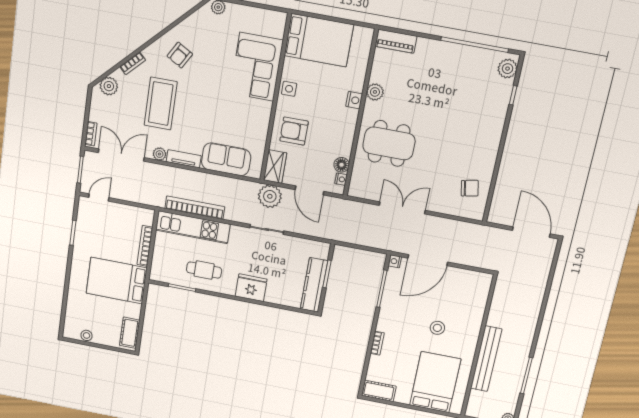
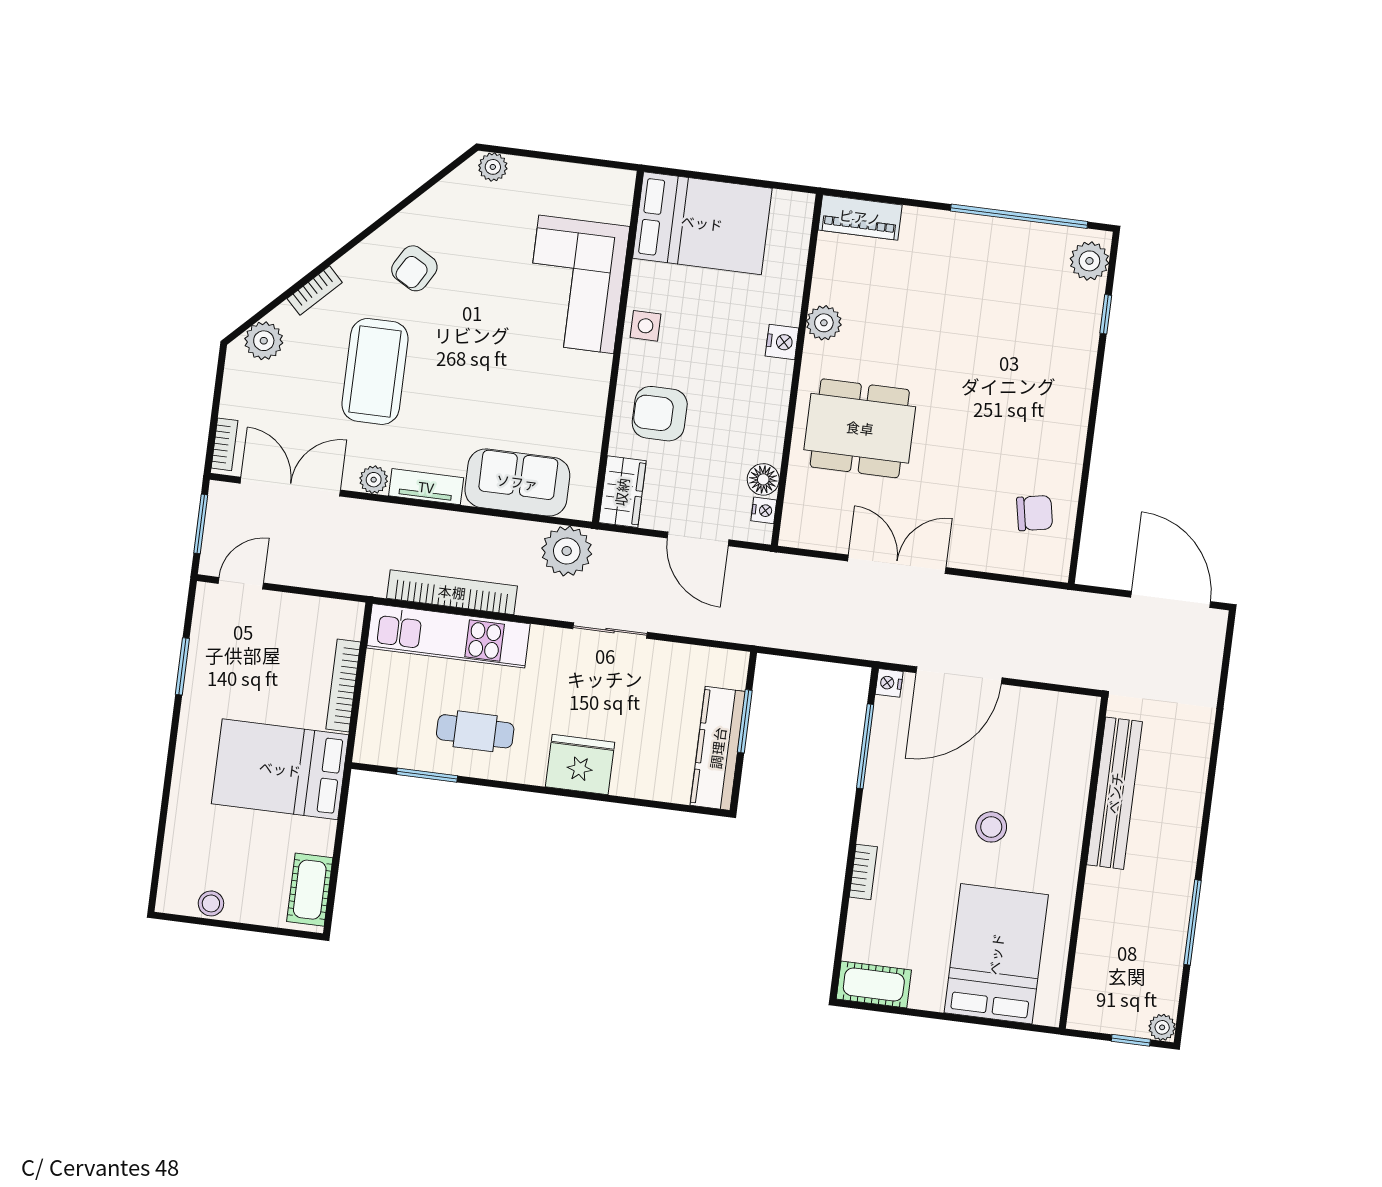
plant: (270, 196) -> (567, 551), moved
bench: (486, 359) -> (1115, 793), moved

